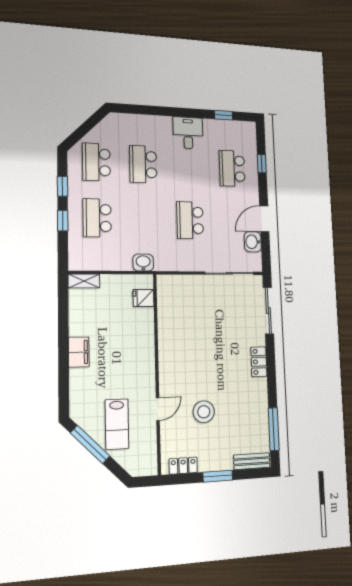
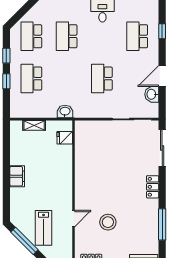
shelving: (84, 281) -> (34, 125), moved
window: (274, 429) -> (162, 224), moved

